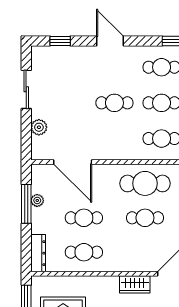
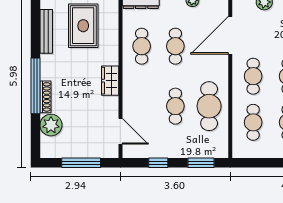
cafe table: (114, 139) -> (253, 76), added
wardrobe: (135, 284) -> (110, 81), moved

